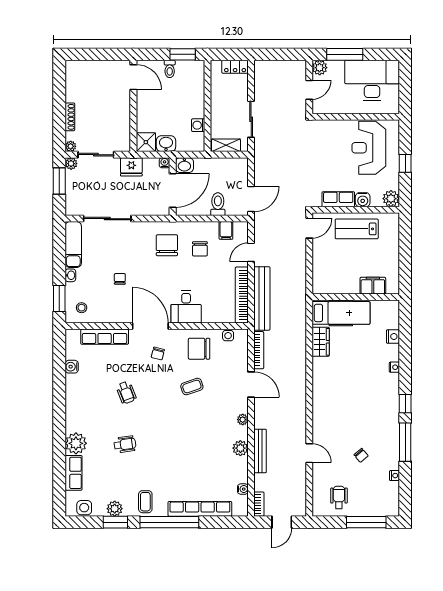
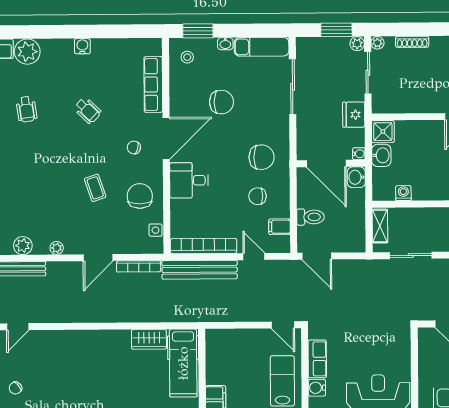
chair: (120, 279) -> (221, 102), width x1.87, depth x1.87
water cooler: (72, 367) -> (82, 46), moved
wheelchair: (126, 393) -> (88, 110), turned -115

